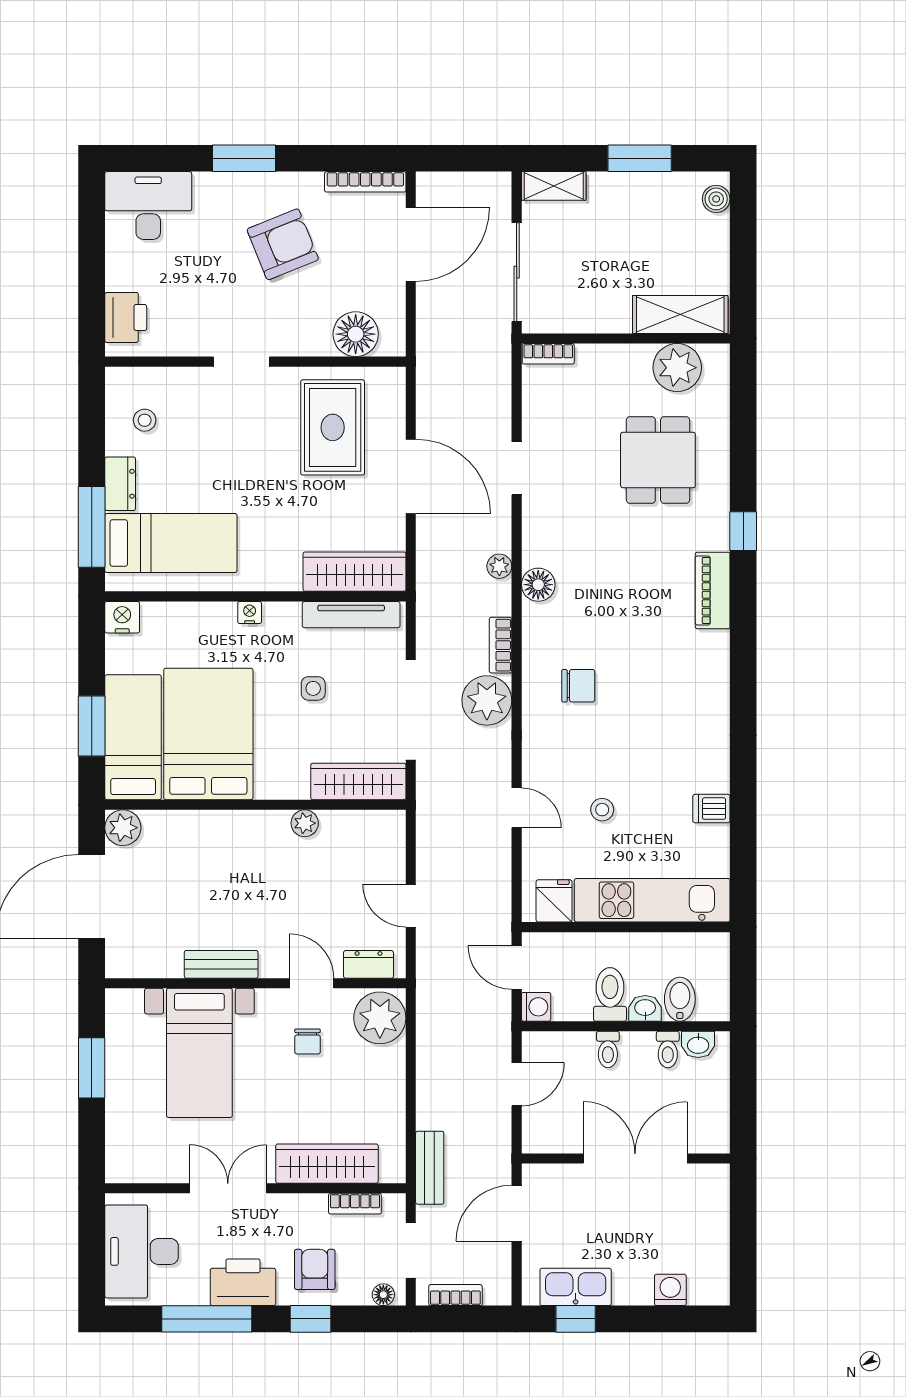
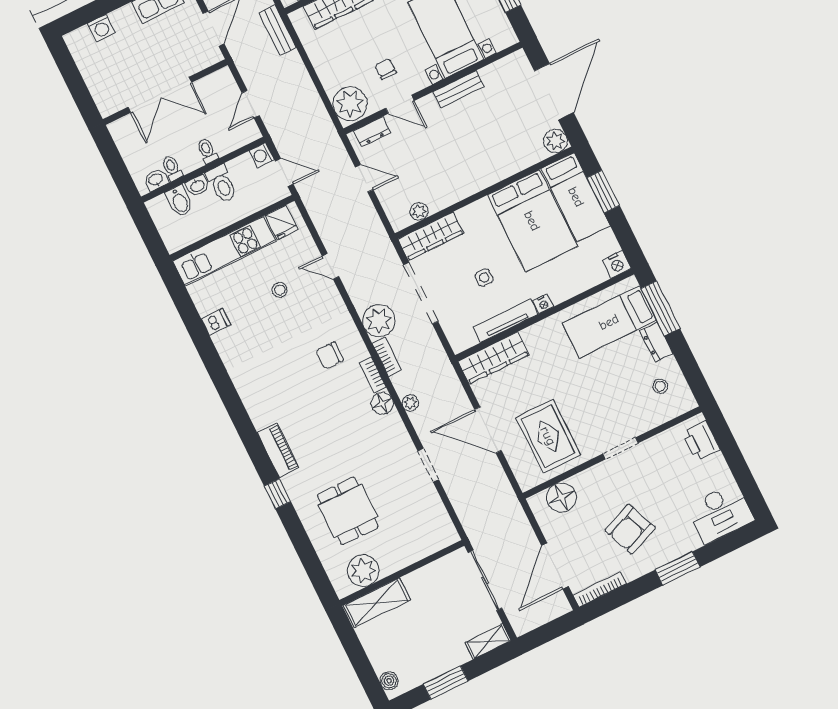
bookcase: (548, 354) -> (373, 375), moved, turned -90
tv unit: (351, 615) -> (506, 321), moved
plant: (305, 823) -> (419, 211), moved

